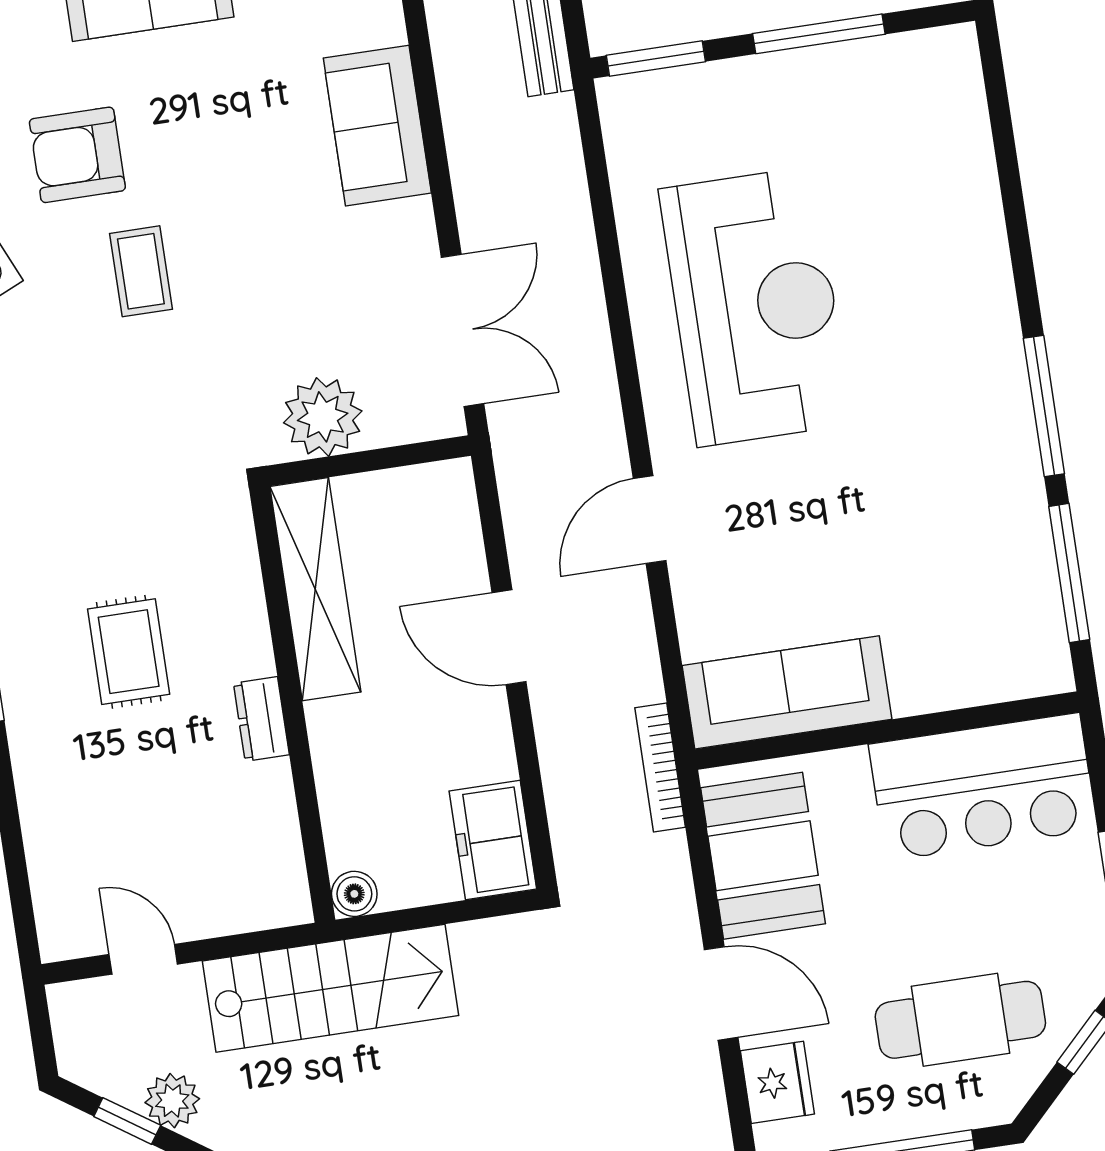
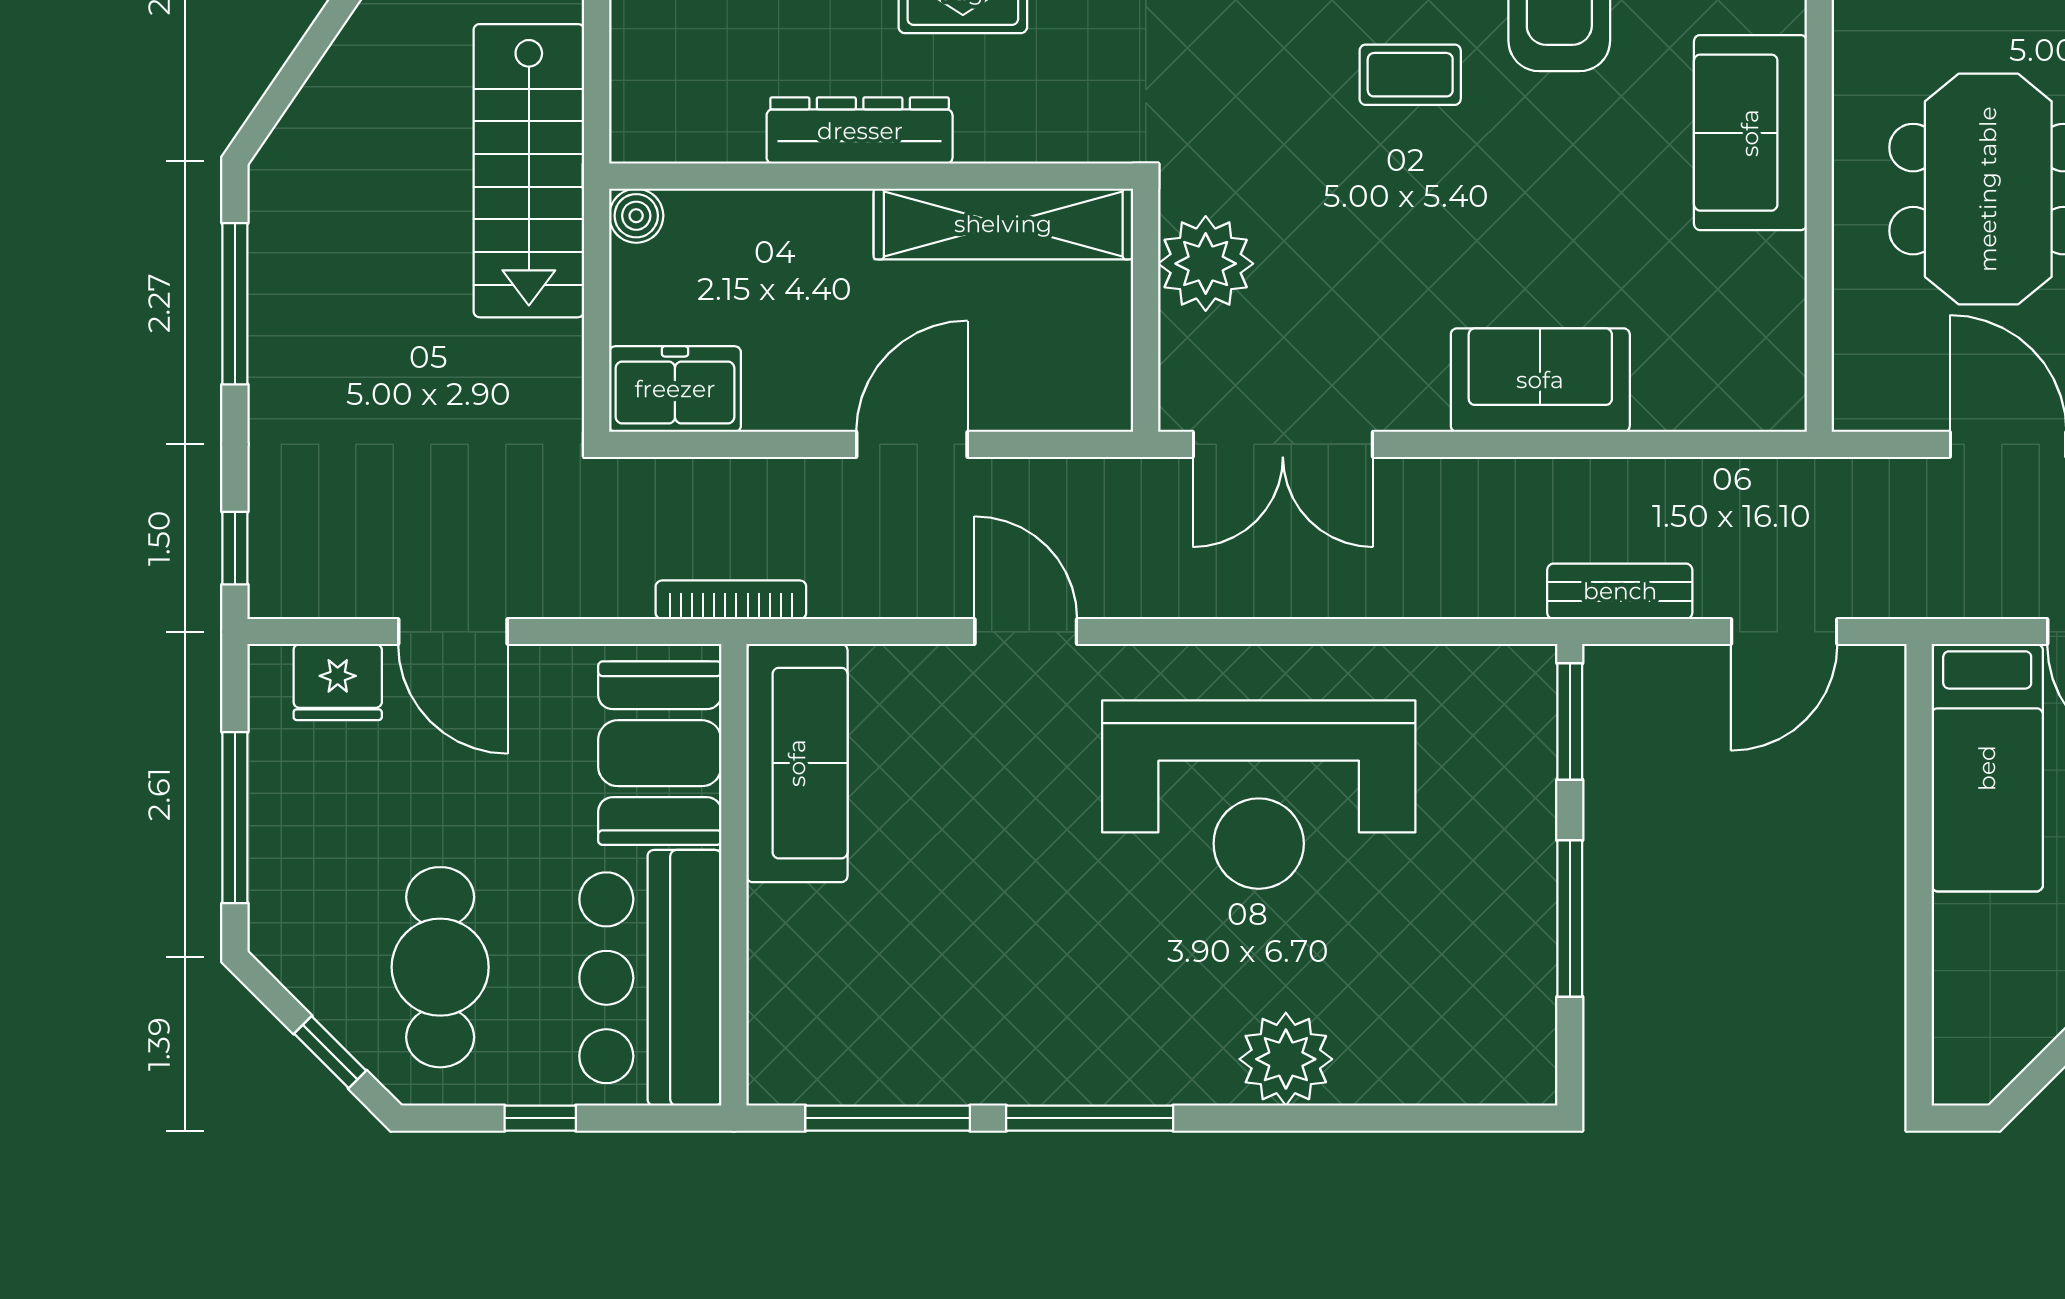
plant: (971, 251) -> (1286, 1059), added
dresser: (261, 719) -> (860, 131), width x1.96, depth x1.24
booth: (763, 856) -> (660, 753), moved, turned 90
door: (721, 993) -> (453, 632), hinge flipped
cafe table: (960, 1020) -> (440, 967), moved

